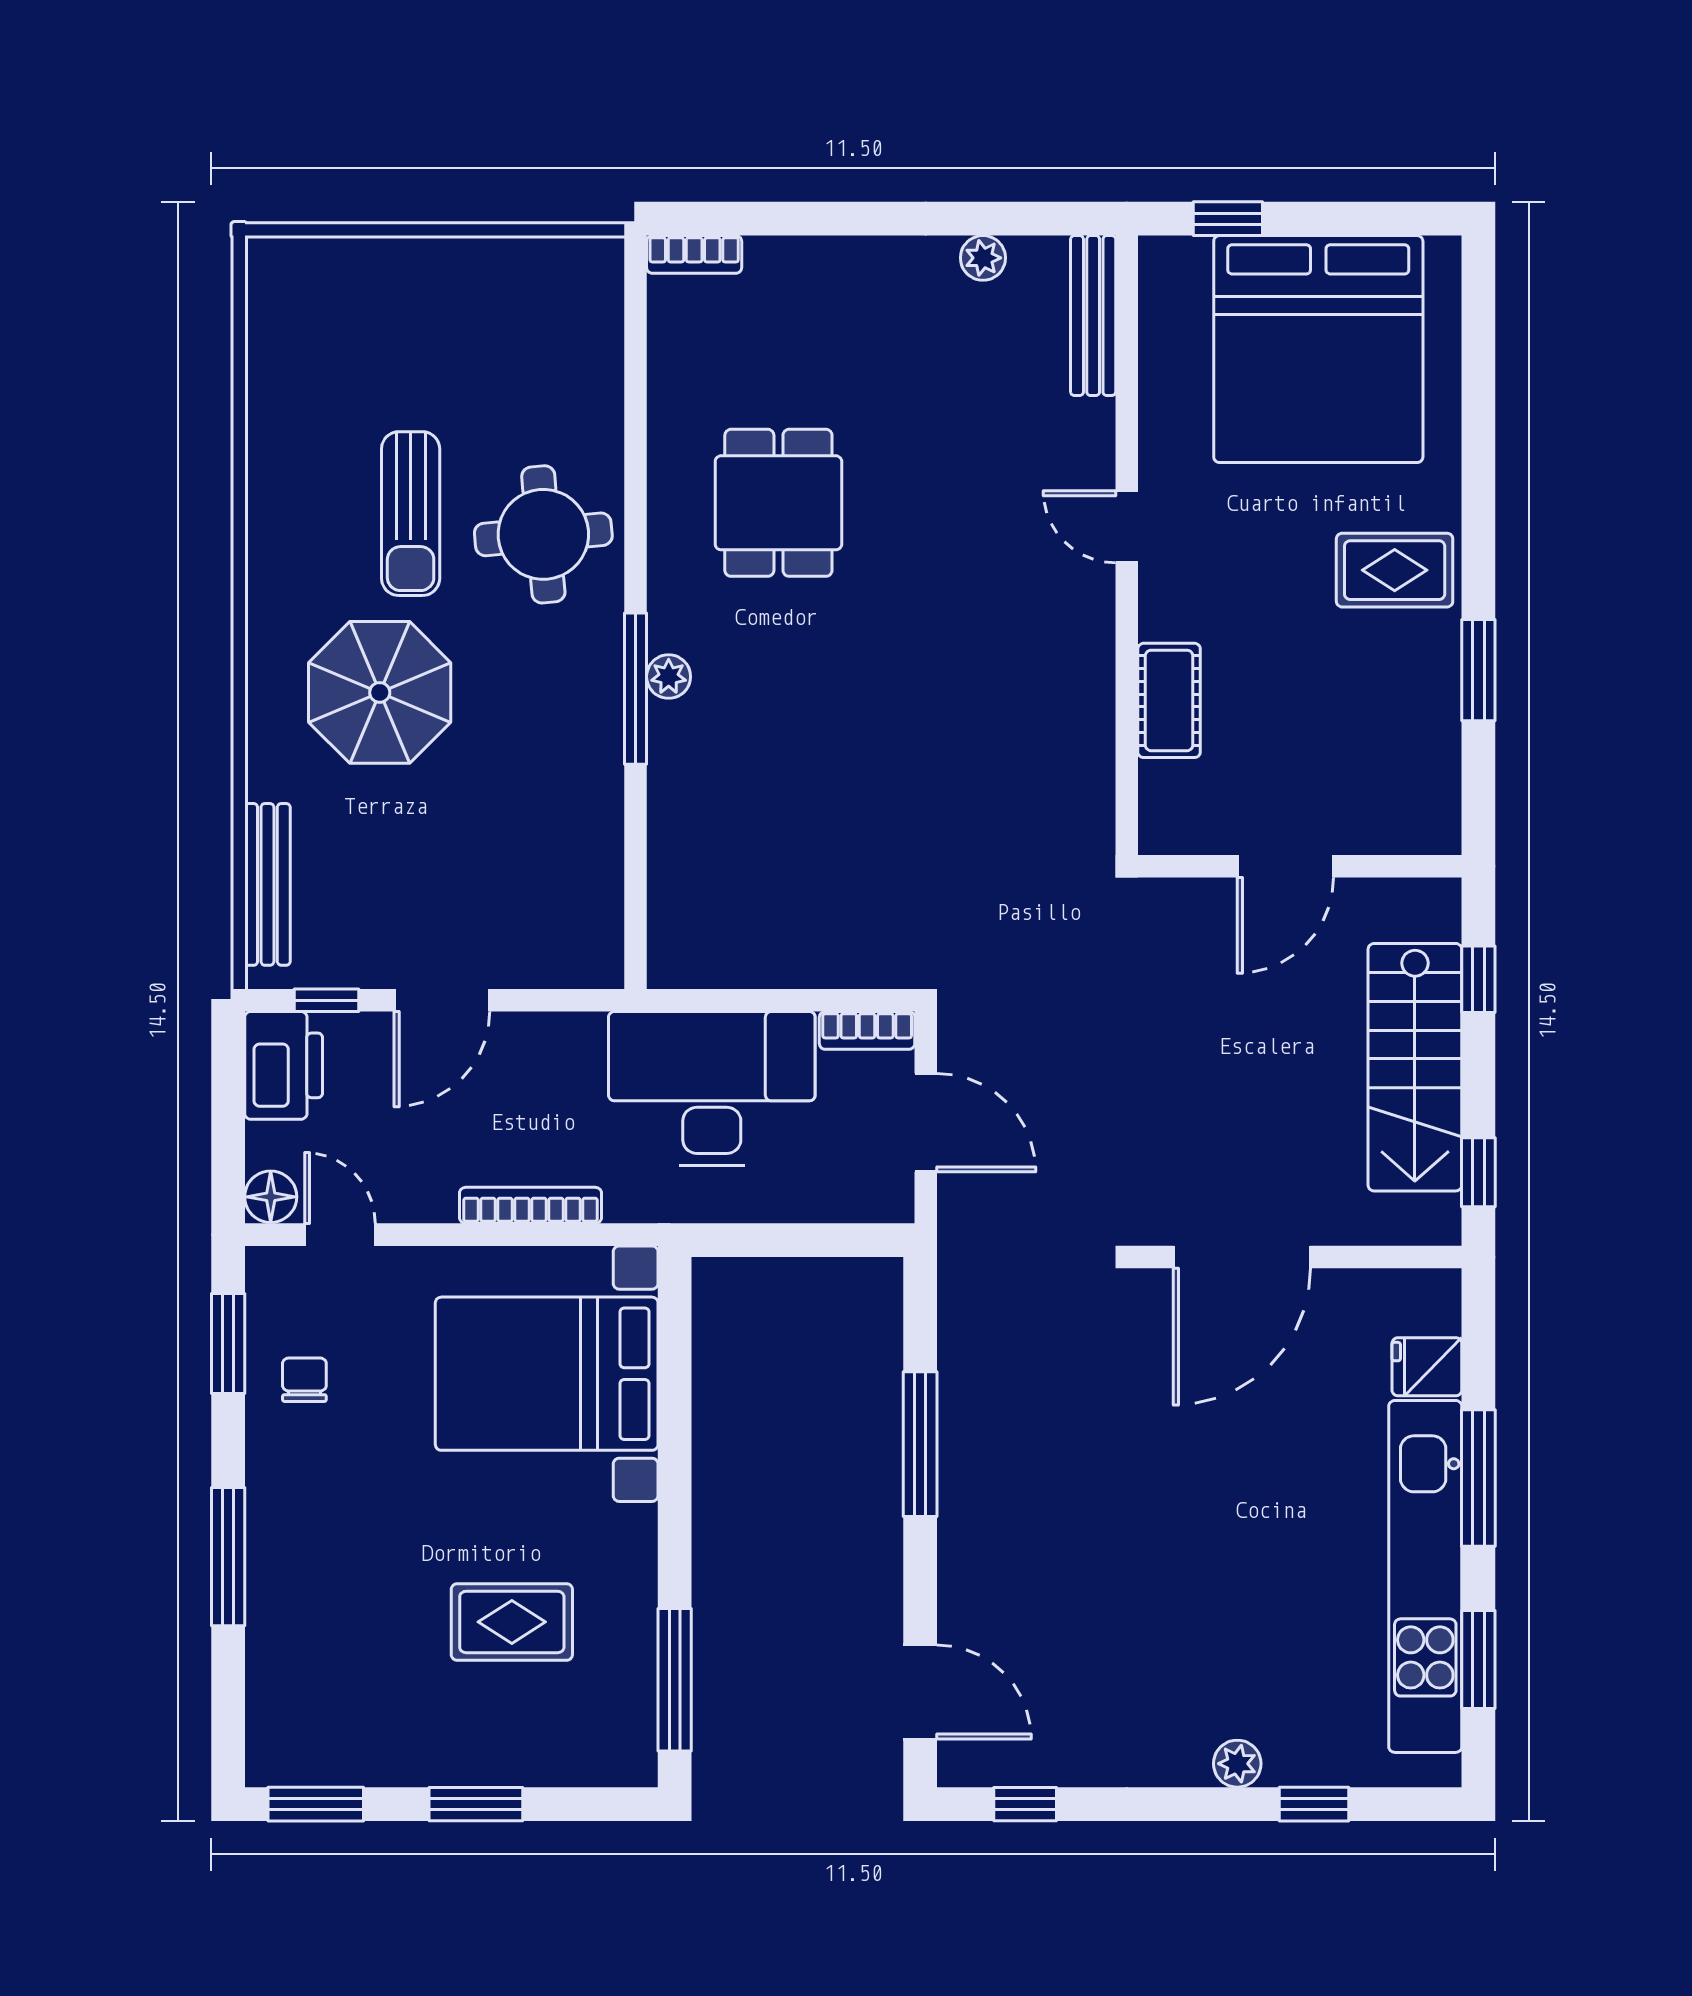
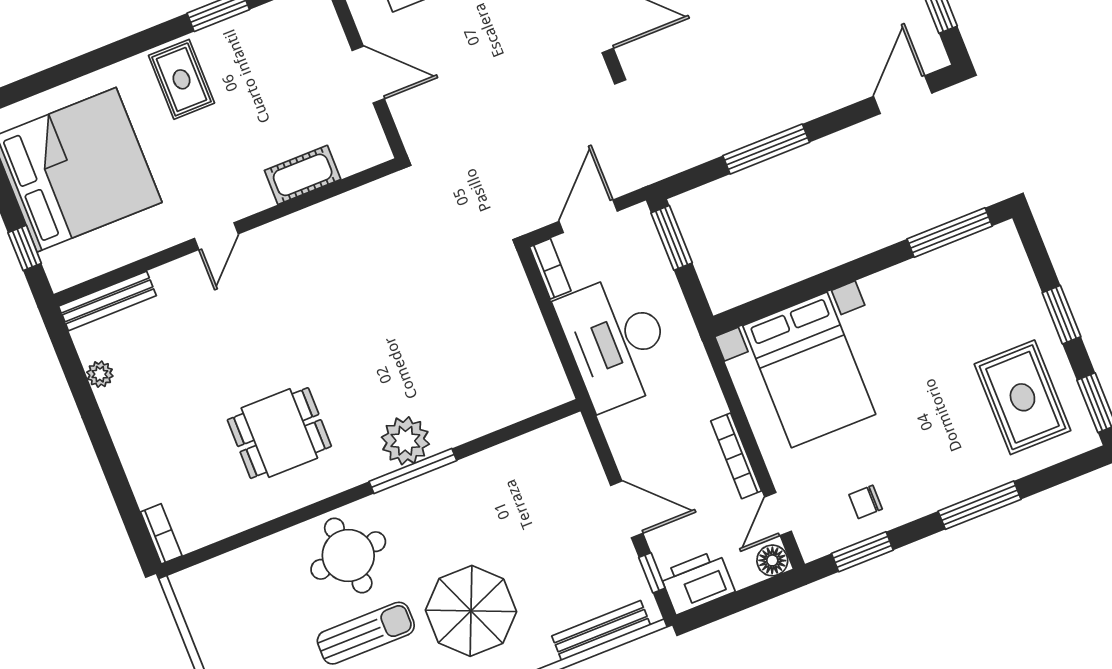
plant: (669, 677) -> (405, 441), width x1.87, depth x1.87
bookcase: (531, 1205) -> (736, 456), moved
window: (840, 1240) -> (672, 238), added
rug: (512, 1622) -> (1022, 397), moved, width x1.36, depth x1.43

